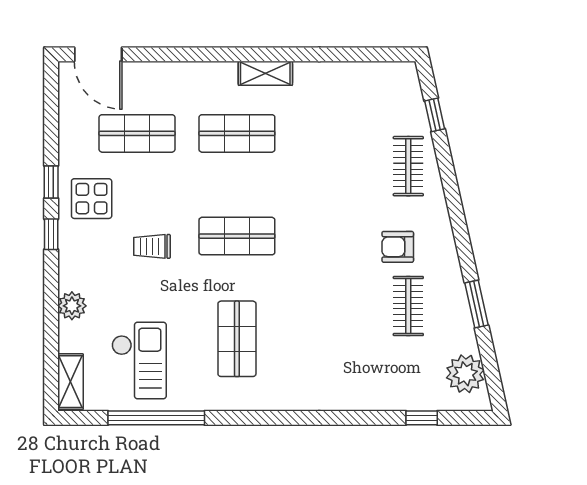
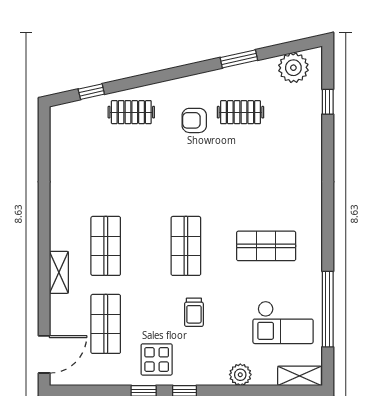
shelving: (265, 73) -> (59, 272), moved
armchair: (398, 247) -> (194, 120), turned 90
checkout: (139, 361) -> (283, 322), turned 180

